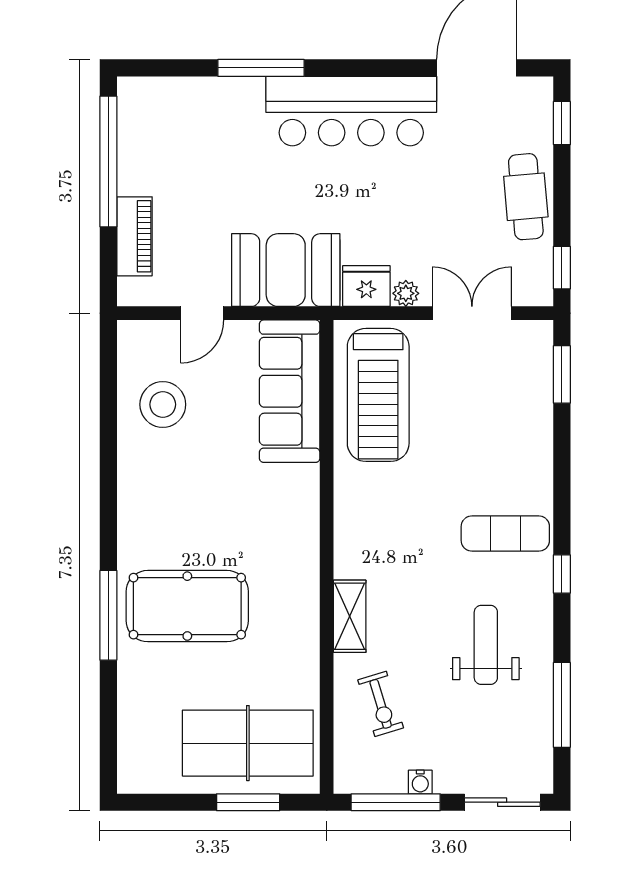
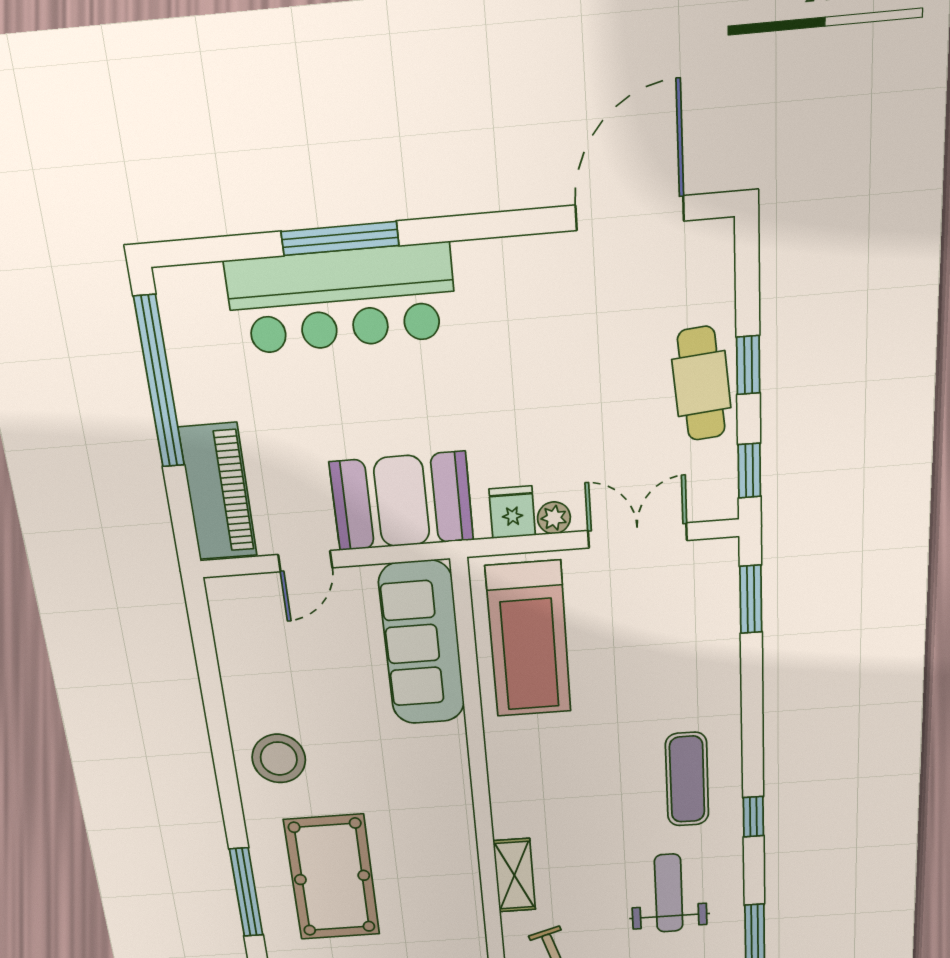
bar counter: (351, 111) -> (341, 299), moved
window: (562, 123) -> (748, 365), moved
piano: (135, 236) -> (218, 492), width x1.37, depth x1.33
fridge: (366, 286) -> (512, 512), width x0.72
stool: (163, 404) -> (279, 759), moved
exercise mat: (505, 534) -> (687, 779), turned 90
pool table: (187, 606) -> (332, 877), turned 90

